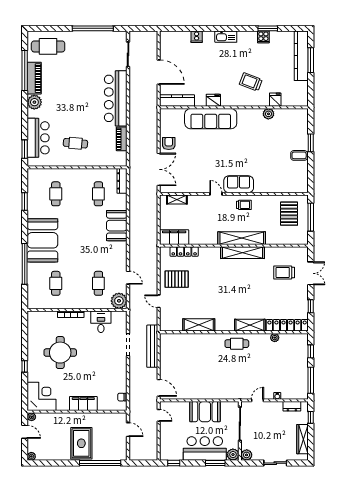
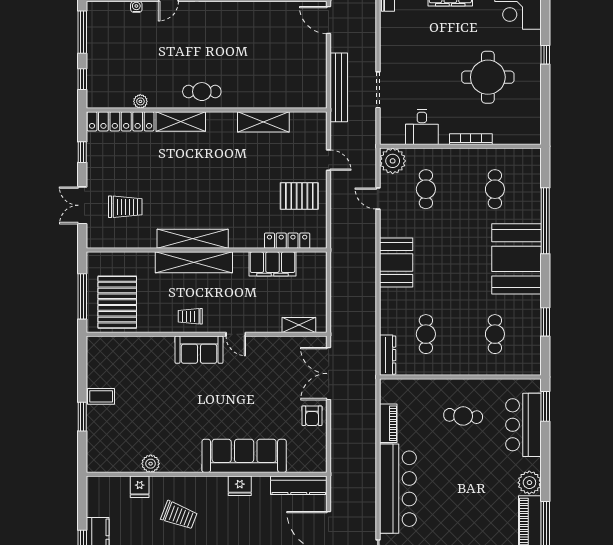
pallet: (289, 214) -> (117, 302), width x1.37, depth x1.41
booth: (117, 226) -> (396, 262), moved
filing cabinet: (174, 237) -> (272, 264), moved

